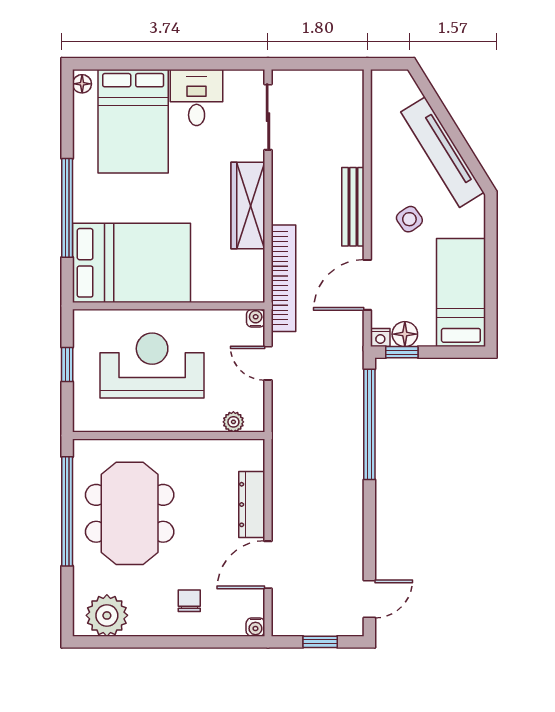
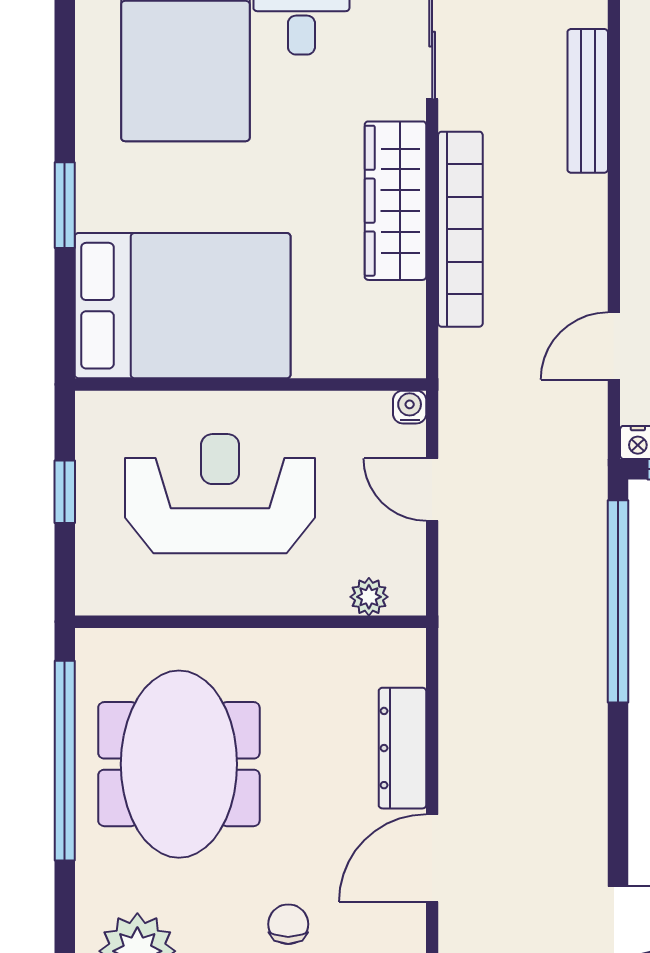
bench: (353, 207) -> (588, 101), moved
window: (67, 208) -> (65, 205), width x0.47
bookcase: (283, 278) -> (460, 229), moved
door: (367, 285) -> (614, 346), width x0.73

